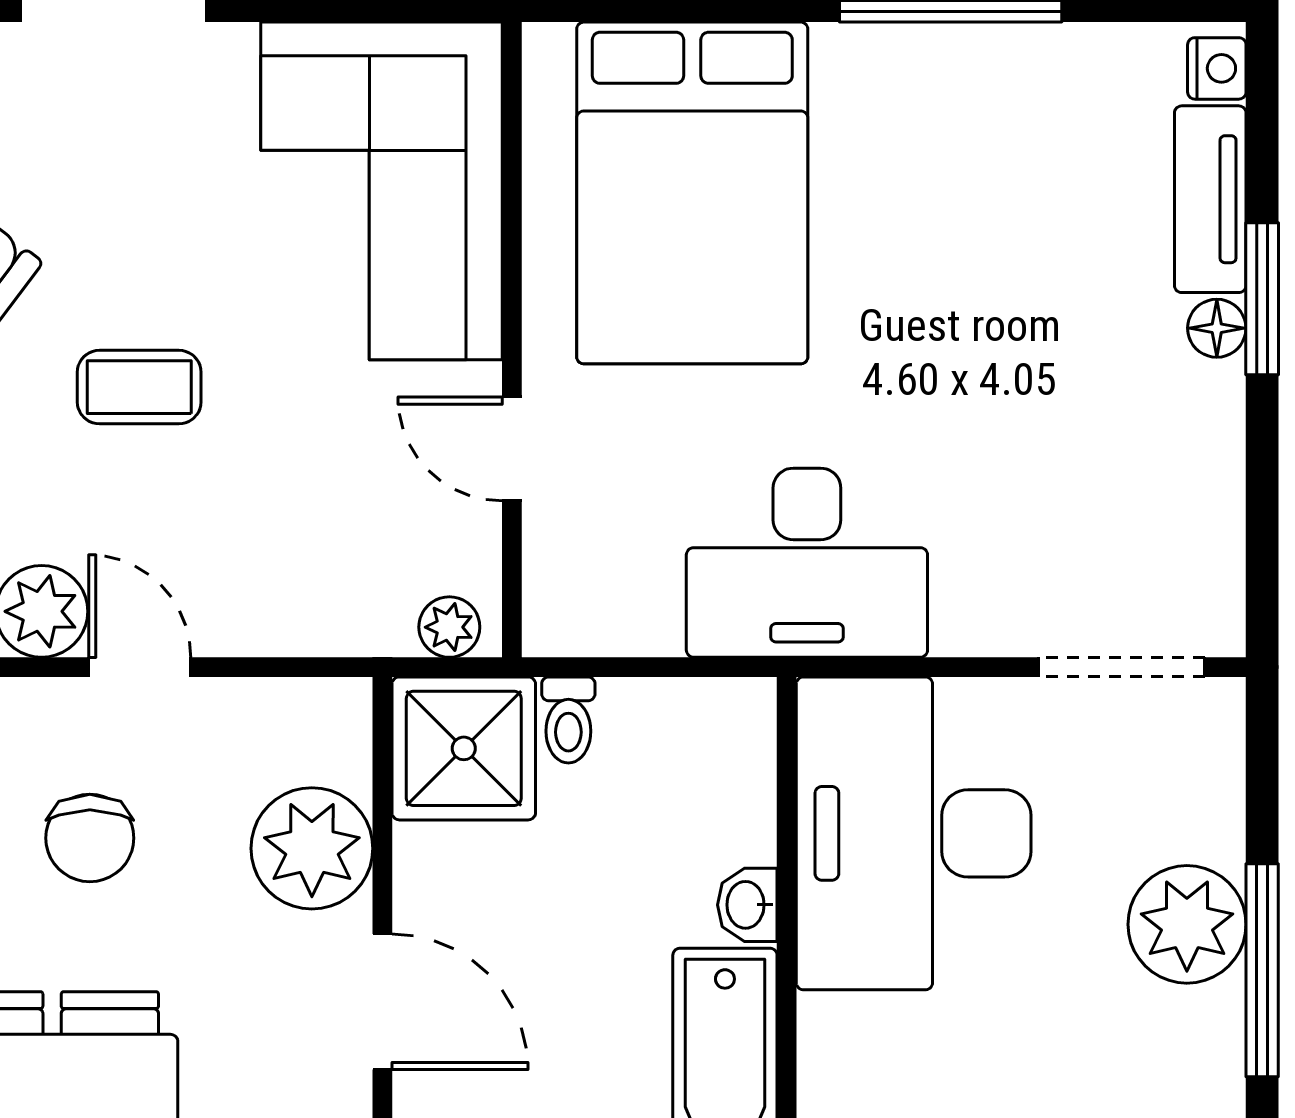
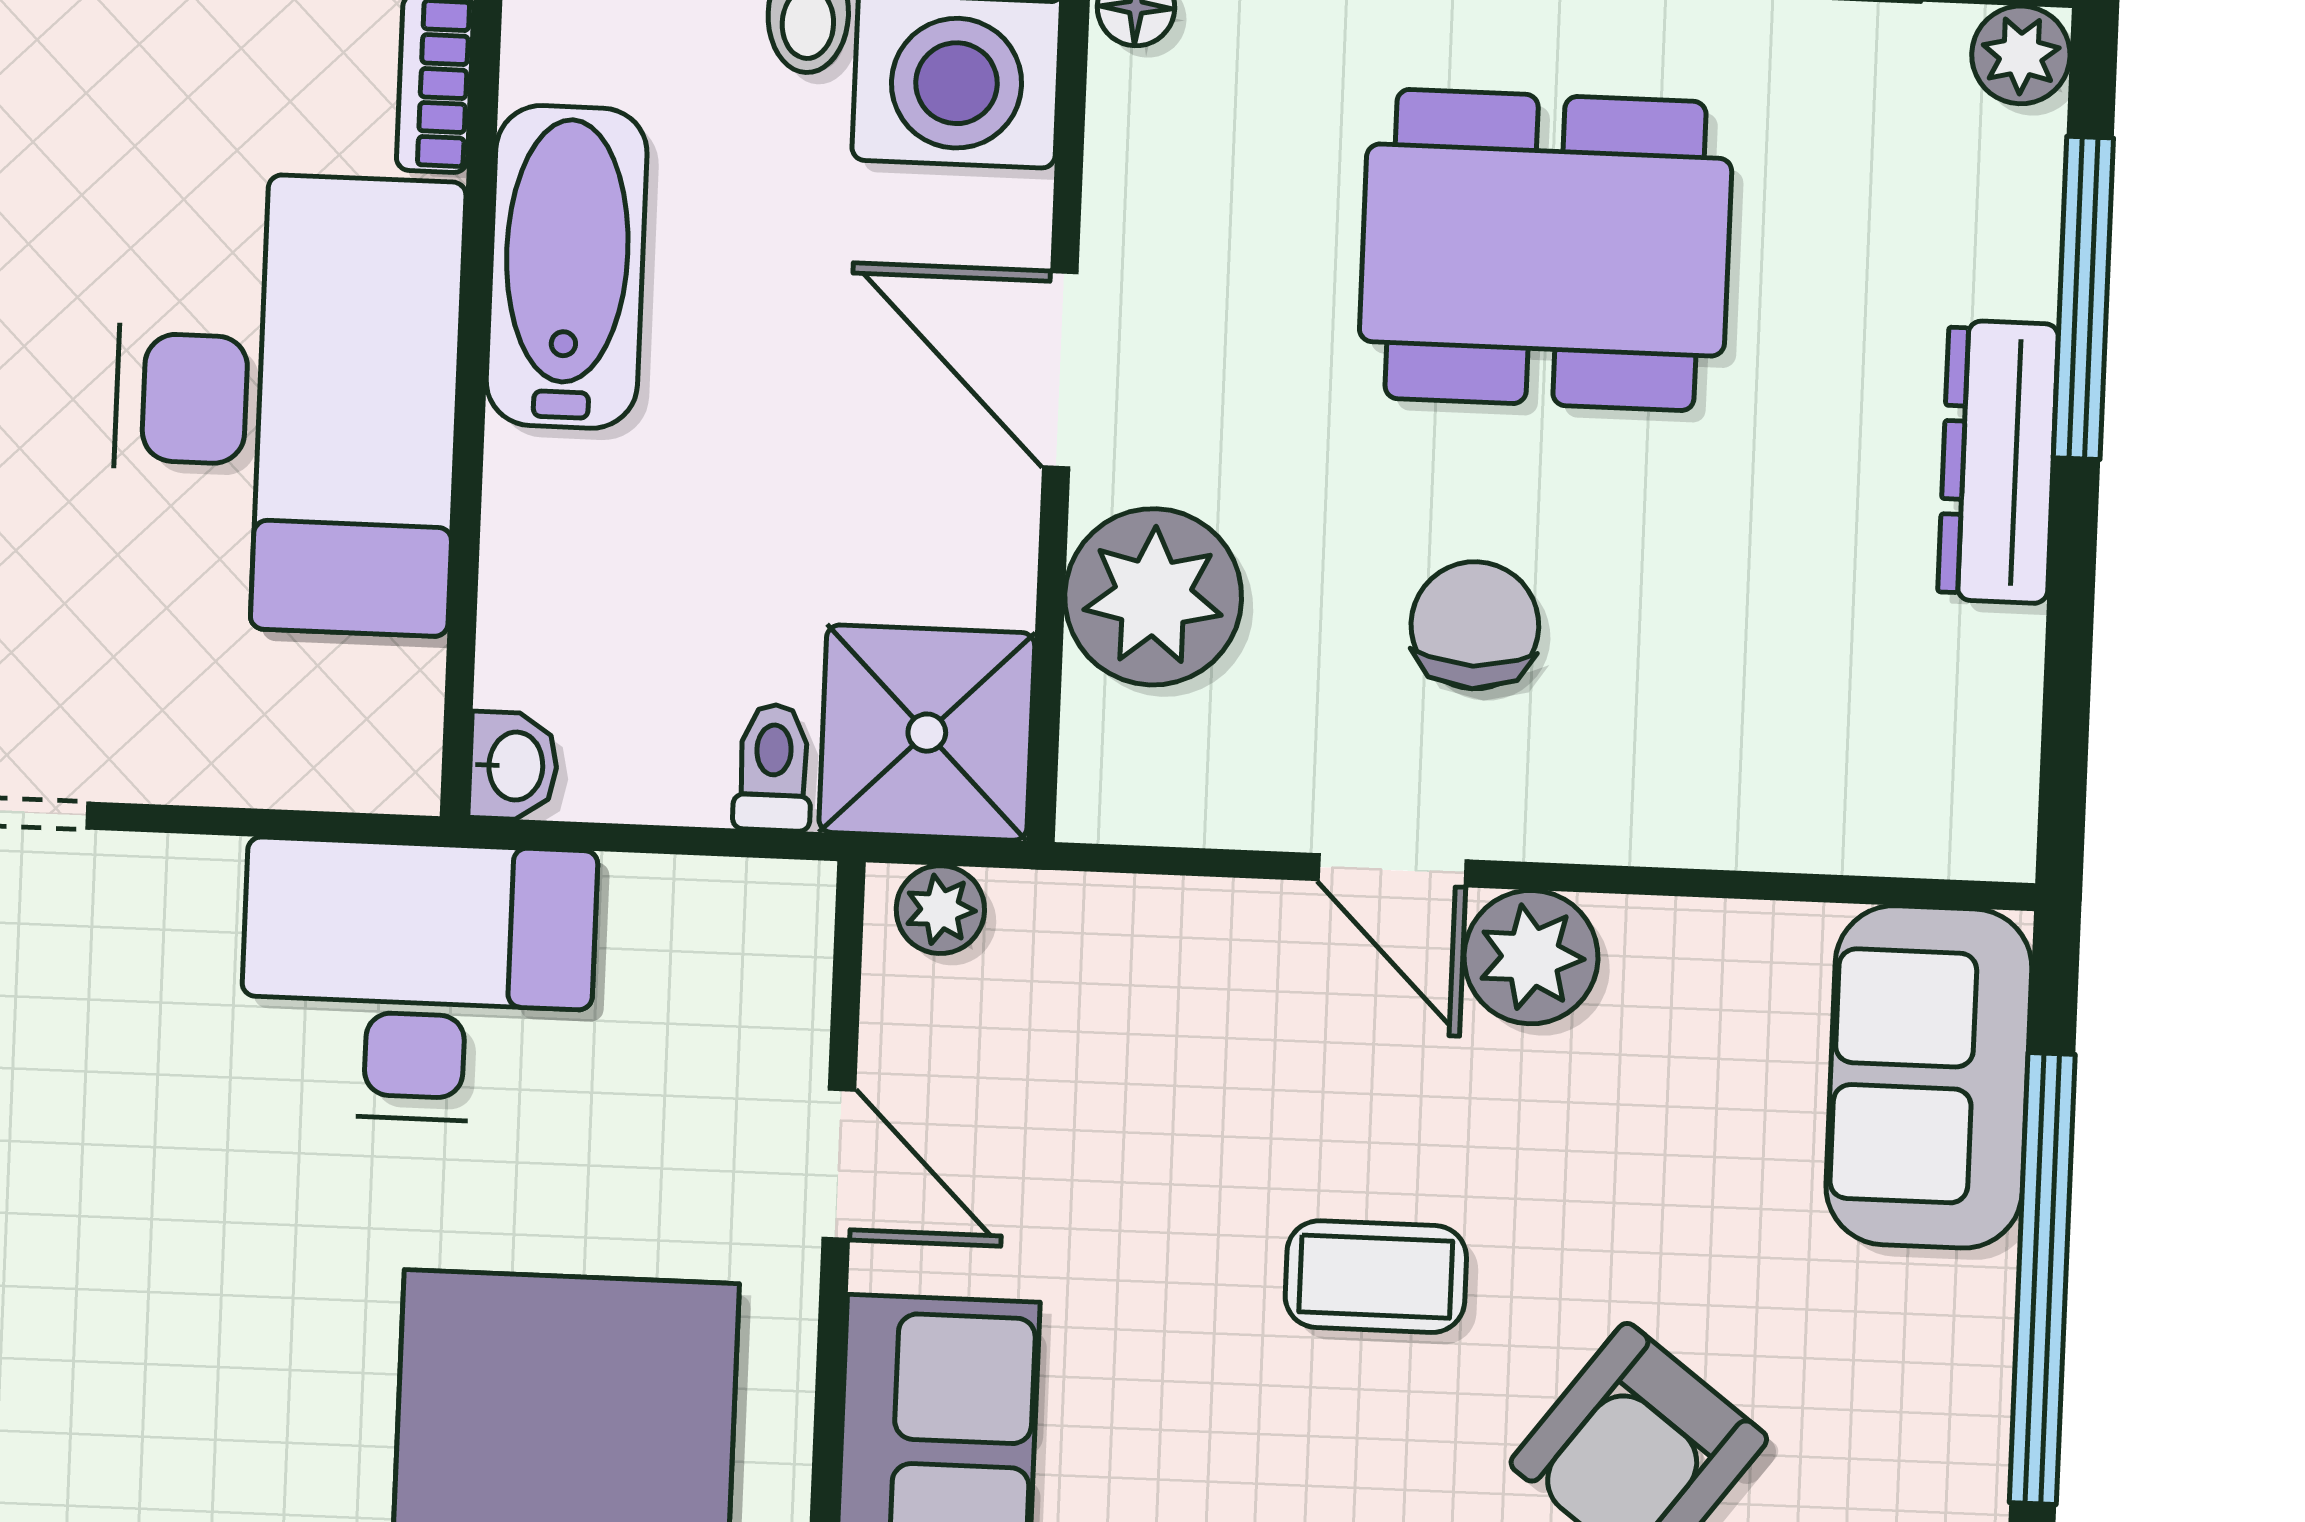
desk: (914, 833) -> (287, 403), moved
washbasin: (747, 905) -> (513, 766), moved

